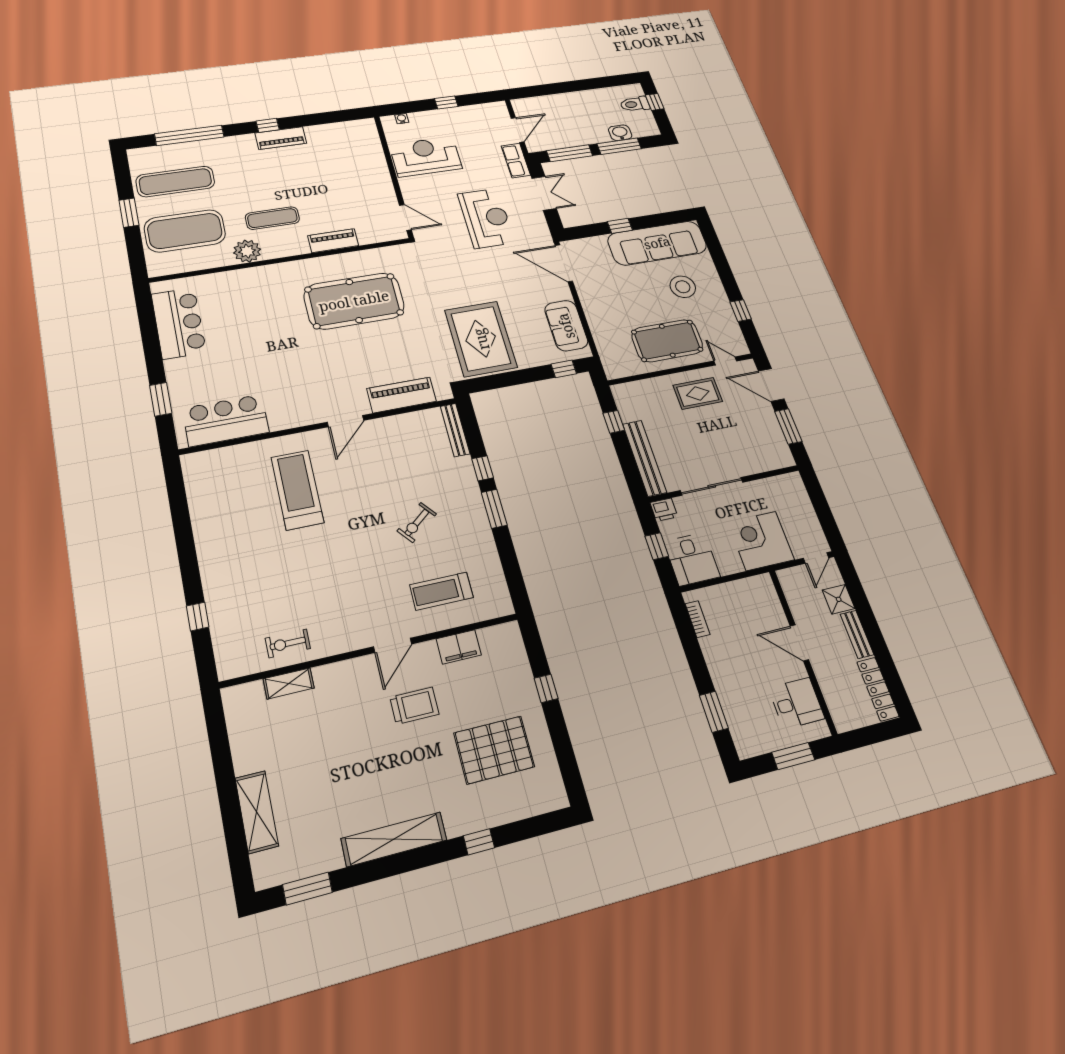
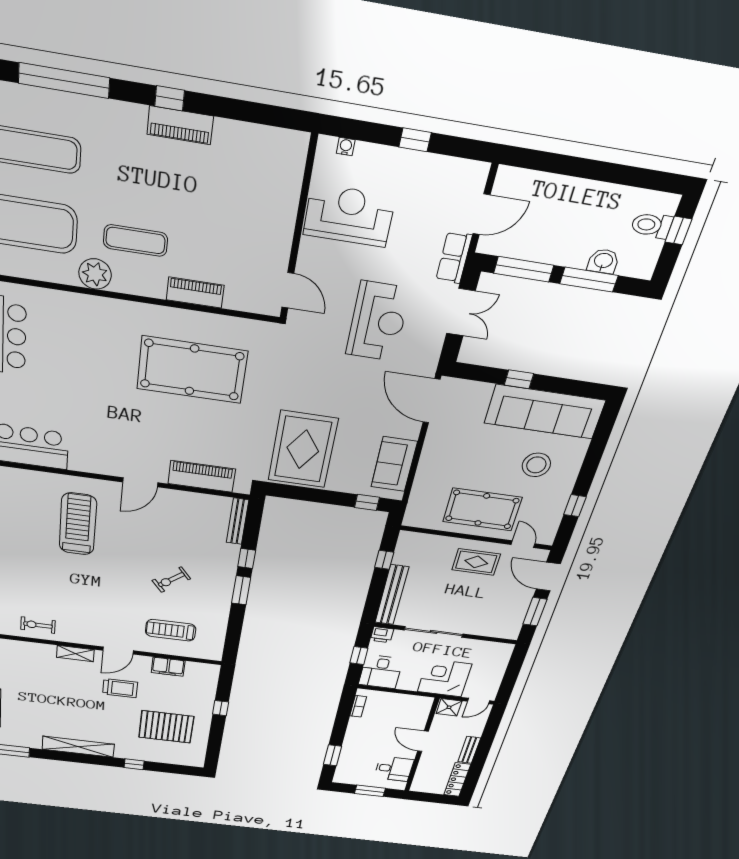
shower: (839, 599) -> (449, 707), moved
shelving: (289, 683) -> (75, 654), moved

